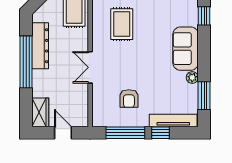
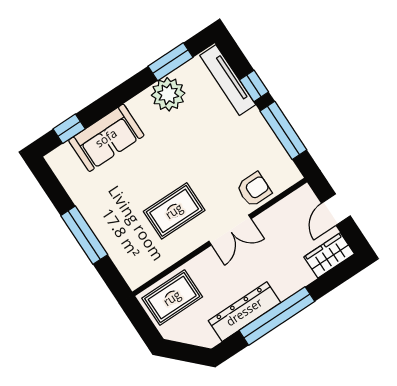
rug: (122, 24) -> (174, 211), moved
sofa: (186, 49) -> (106, 138), moved
plant: (192, 78) -> (168, 94), width x1.87, depth x1.87
armchair: (129, 99) -> (254, 189), moved

